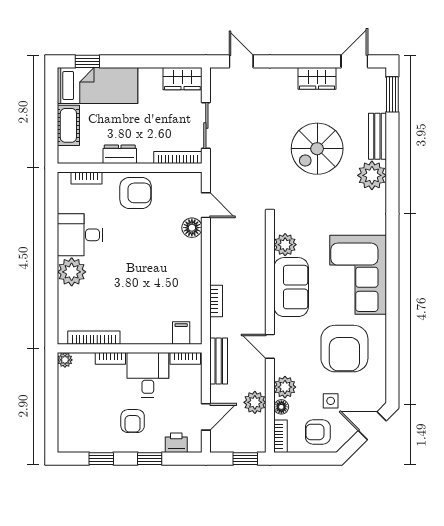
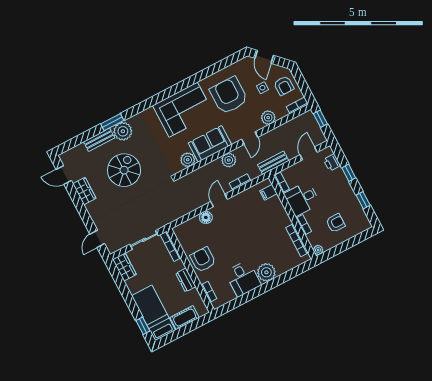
window: (392, 94) -> (112, 122), moved
spiral stairs: (317, 149) -> (124, 170), turned -90
door: (206, 205) -> (219, 200), moved
armchair: (344, 349) -> (229, 95), turned -90
plant: (255, 402) -> (229, 160), moved
floor lamp: (281, 407) -> (281, 114), removed
door: (206, 417) -> (309, 153), hinge flipped
armchair: (133, 421) -> (336, 223), moved

